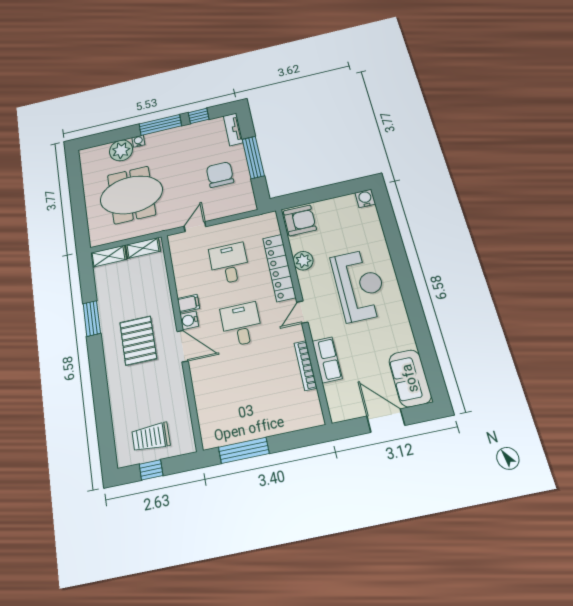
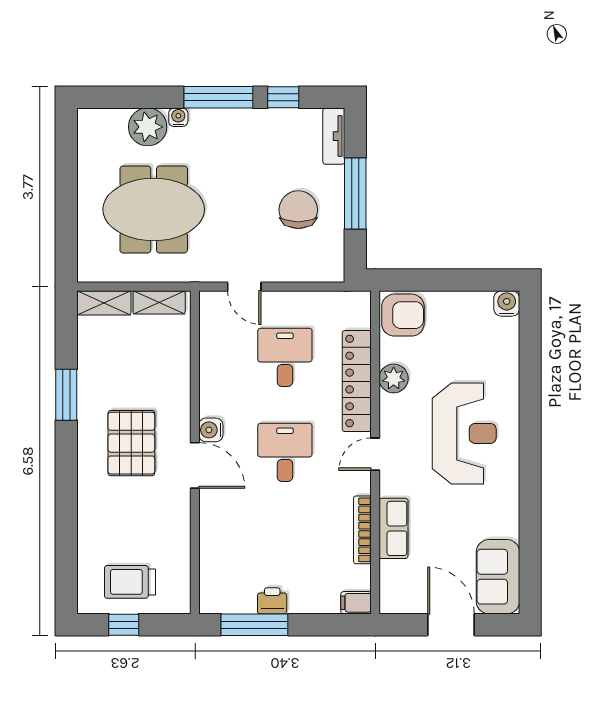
door: (195, 227) -> (244, 287), swing flipped
filing cabinet: (188, 303) -> (356, 603), moved, turned 180
printer: (253, 430) -> (272, 601), added

